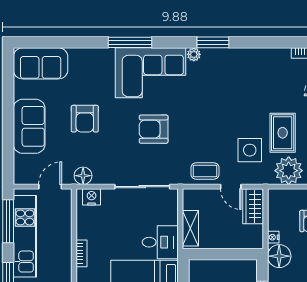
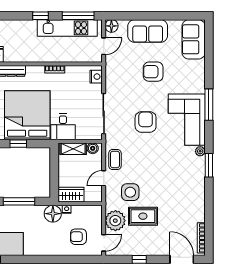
floor lamp: (83, 176) -> (111, 26), moved
door: (50, 187) -> (104, 46), hinge flipped
boiler: (190, 202) -> (93, 148), added
wardrobe: (253, 206) -> (71, 195), moved

